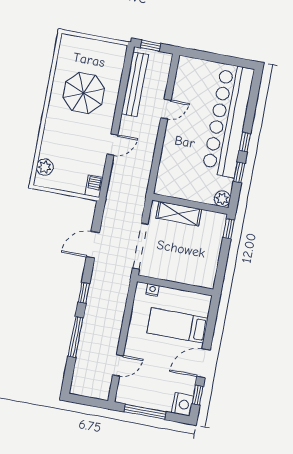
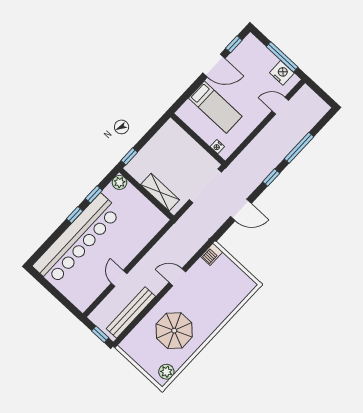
door: (166, 109) -> (119, 278), hinge flipped
plant: (45, 167) -> (166, 372), moved
nightstand: (182, 404) -> (282, 73), moved, turned 90

